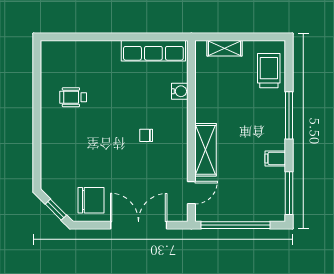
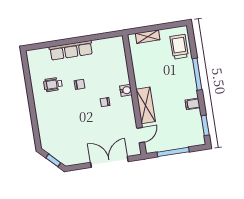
row of seats: (153, 51) -> (71, 50), moved
water cooler: (180, 91) -> (126, 90), moved
window: (289, 193) -> (205, 125), width x0.69
chair: (91, 200) -> (80, 84), moved, width x0.54, depth x0.54
window: (235, 225) -> (173, 152), width x0.68

